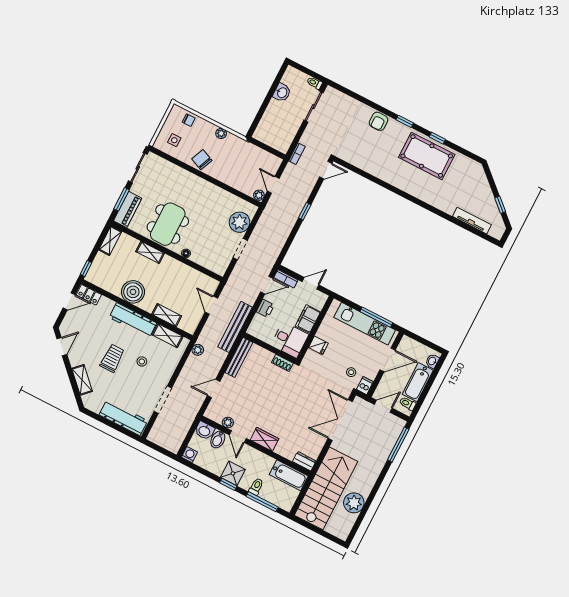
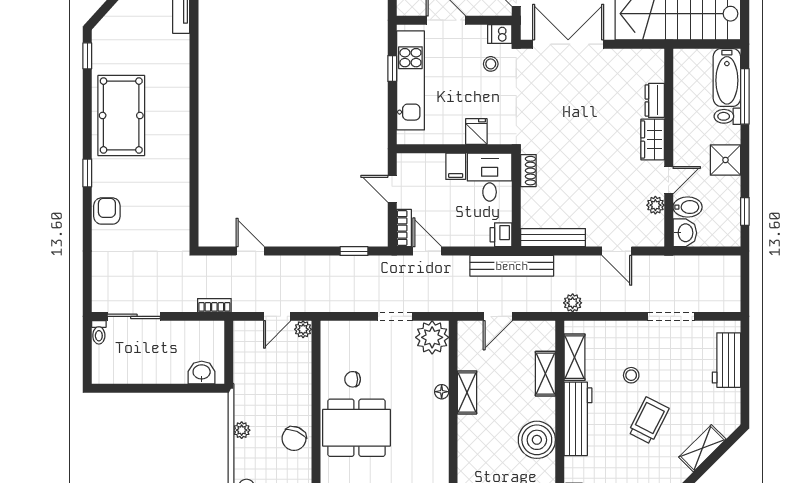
washbasin: (282, 93) -> (202, 373), moved
armchair: (379, 121) -> (107, 211), turned -90
window: (437, 138) -> (87, 56), moved
door: (326, 170) -> (250, 251), moved
chair: (218, 208) -> (353, 379), added
window: (305, 211) -> (354, 251), moved
plant: (239, 222) -> (432, 337), moved
dining table: (168, 224) -> (356, 428), moved
shelving: (150, 252) -> (467, 392), moved
printer: (265, 308) -> (501, 235), moved, turned -90
window: (376, 317) -> (392, 69), width x0.46
filing cabinet: (308, 319) -> (456, 166), width x0.50
trolley: (112, 358) -> (649, 421), turned 117
workbench: (123, 418) -> (726, 360), width x0.73
double door: (340, 420) -> (568, 44), swing flipped
washing machine: (190, 455) -> (731, 237), removed
dresser: (304, 461) -> (655, 100), moved
bathtub: (289, 475) -> (727, 77), moved, turned 180
window: (228, 484) -> (745, 211), moved

